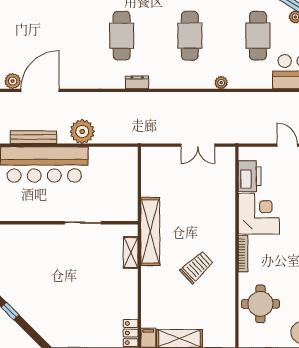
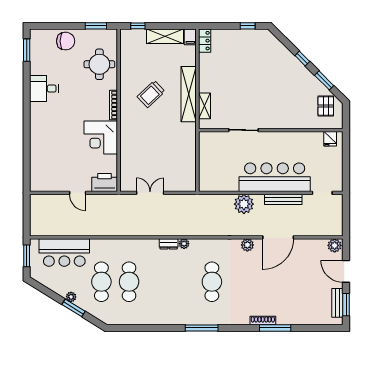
cafe table: (190, 36) -> (129, 282), moved
plant: (13, 81) -> (247, 245), moved
dresser: (137, 82) -> (169, 244), moved
plant: (221, 83) -> (184, 244), moved
printer: (250, 176) -> (105, 183), moved, turned 90
shelving: (150, 232) -> (189, 94), moved

